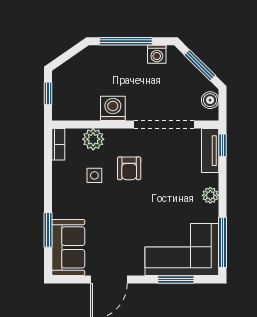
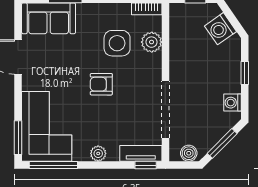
window: (126, 41) -> (245, 73), width x0.46
washing machine: (113, 108) -> (220, 29), moved, turned 145
armchair: (129, 168) -> (101, 84), moved
side table: (94, 175) -> (117, 43), width x1.87, depth x1.87
window: (176, 280) -> (18, 138), moved

